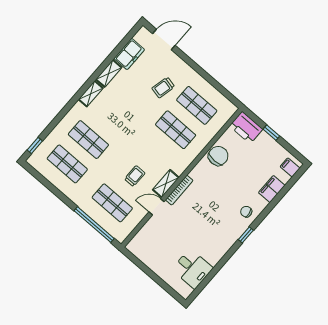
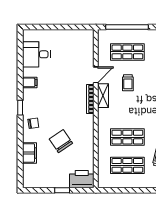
chair: (218, 156) -> (61, 141), moved, turned 146
filing cabinet: (290, 167) -> (30, 82), moved

